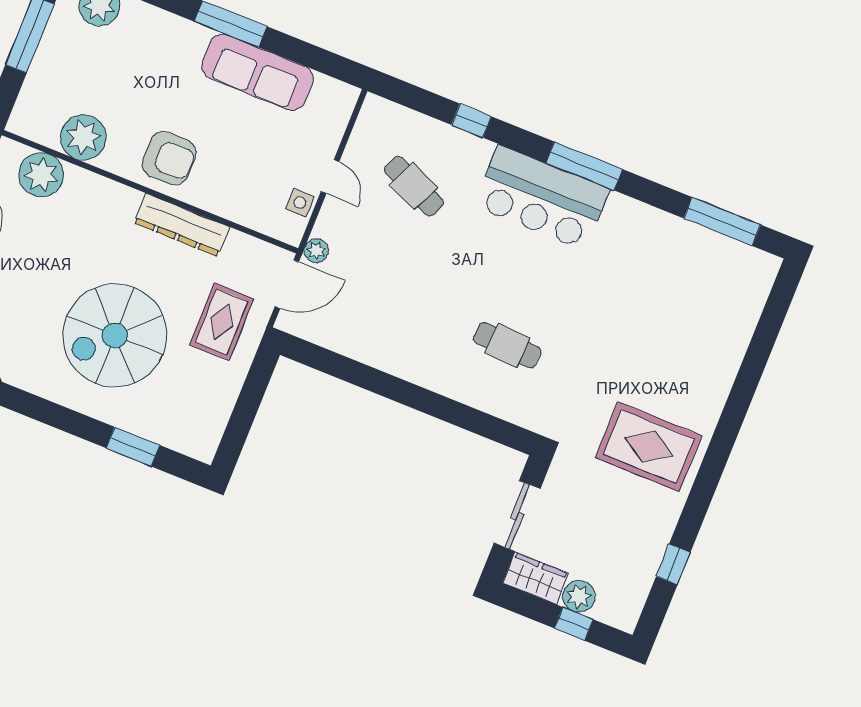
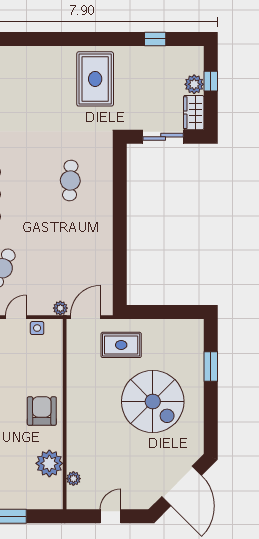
plant: (41, 175) -> (73, 479), width x0.53, depth x0.53
dresser: (182, 225) -> (76, 389), removed
door: (287, 284) -> (86, 317), hinge flipped

